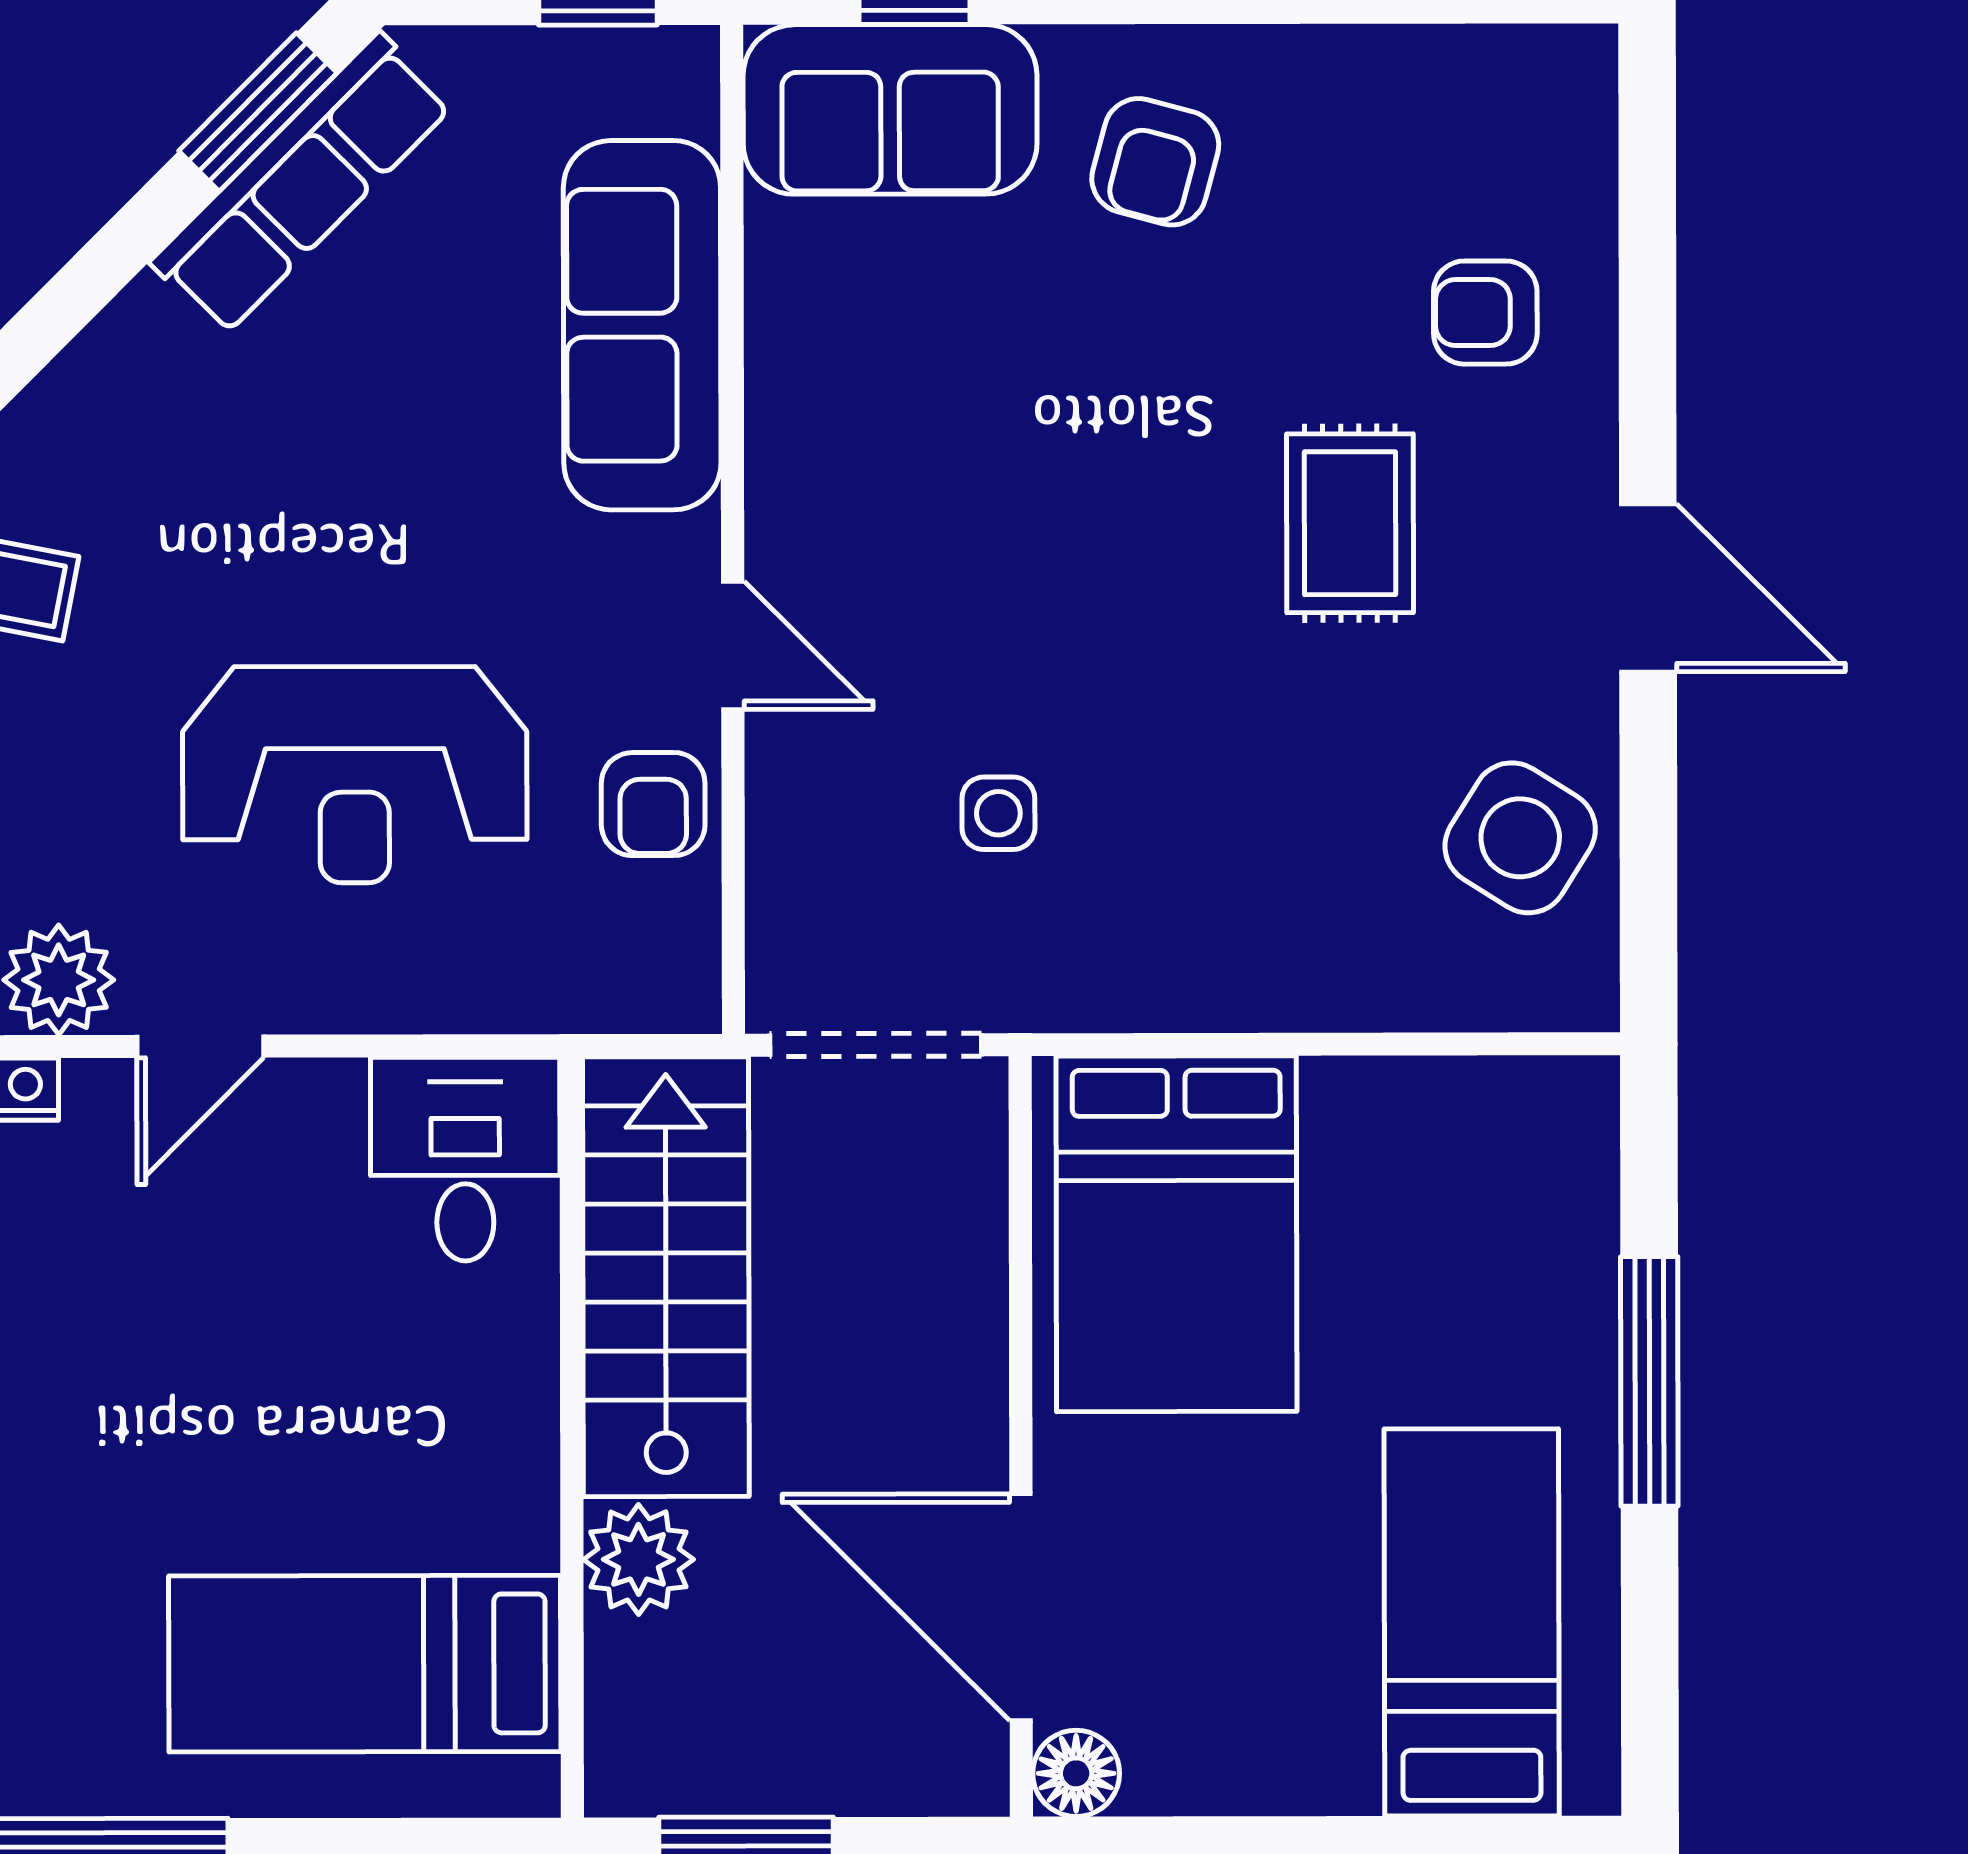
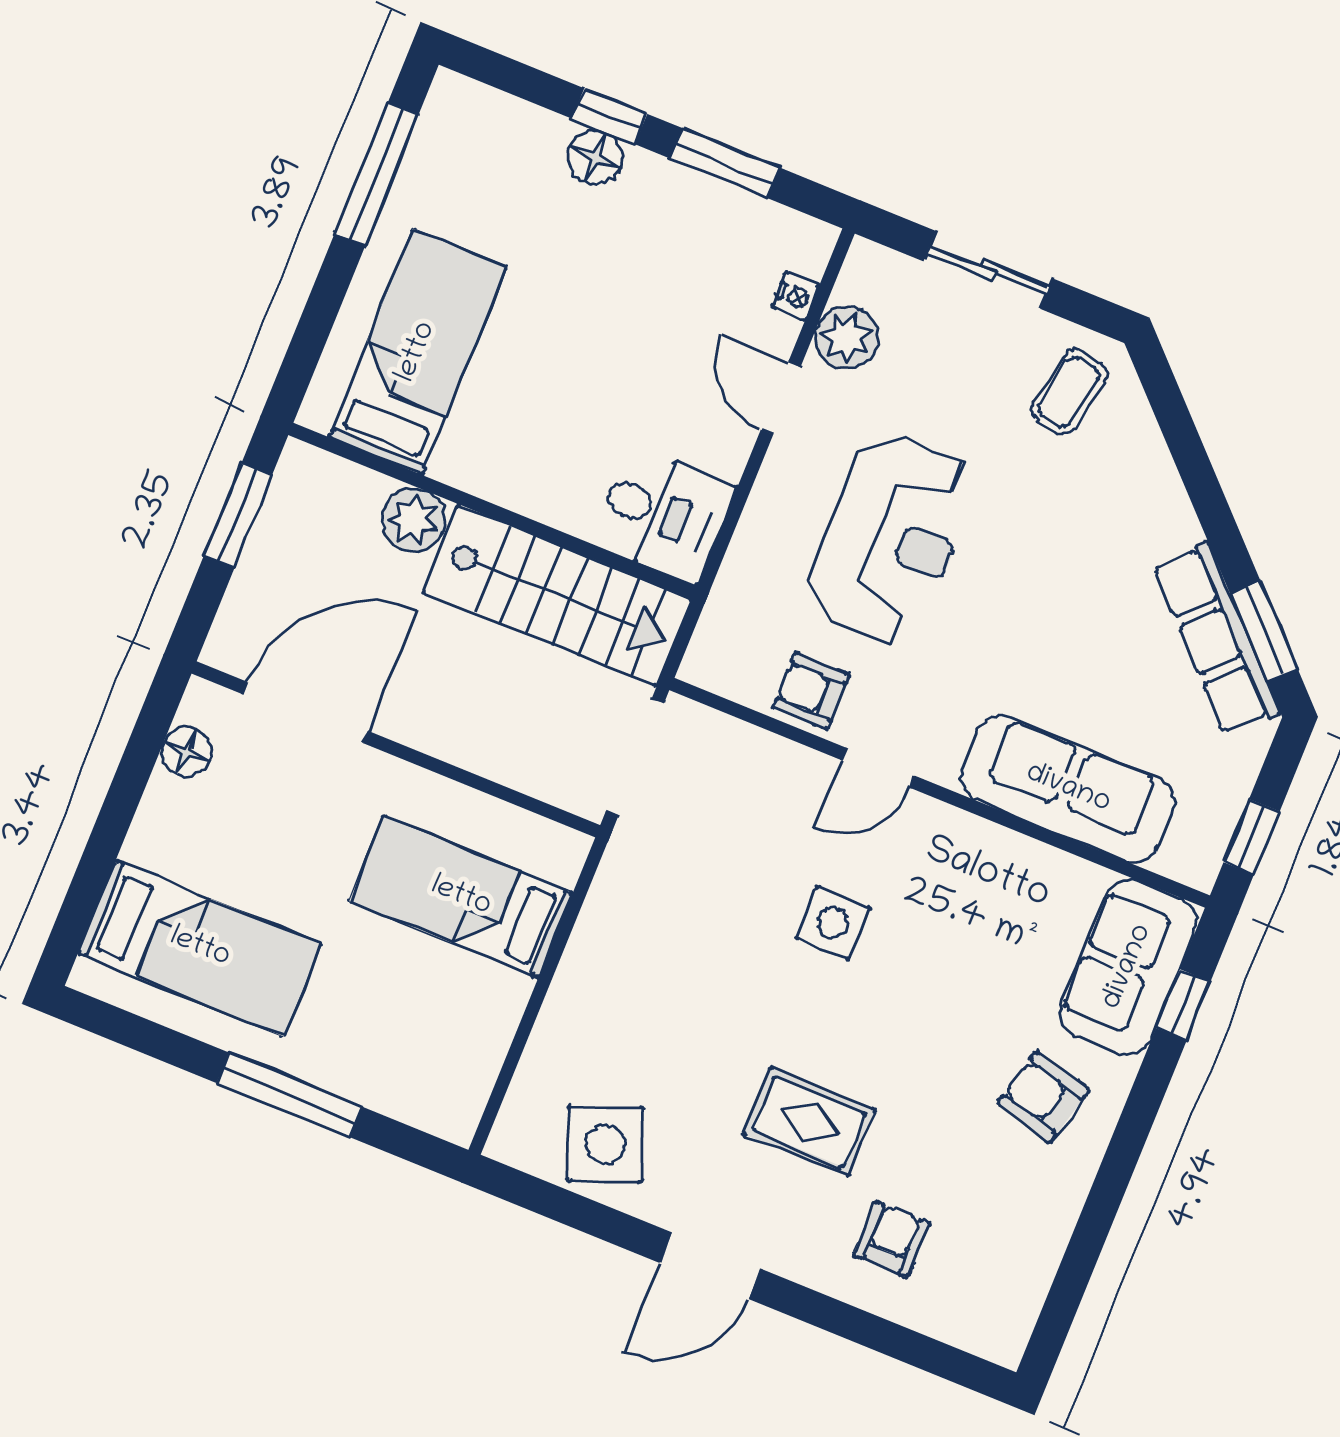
reception desk: (355, 775) -> (891, 539), turned 180
side table: (998, 813) -> (833, 923), moved, width x1.37, depth x1.37
side table: (1520, 838) -> (605, 1144), turned 37
bed: (1176, 1234) -> (461, 897), width x0.67
floor lamp: (1076, 1773) -> (186, 752), moved

